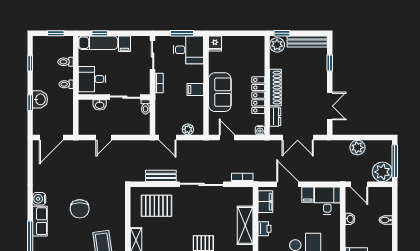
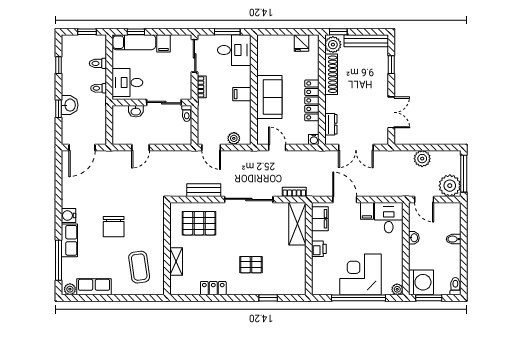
fridge: (215, 44) -> (302, 43), moved
shoe rack: (275, 88) -> (331, 74), moved
shelving: (245, 225) -> (297, 224), moved

